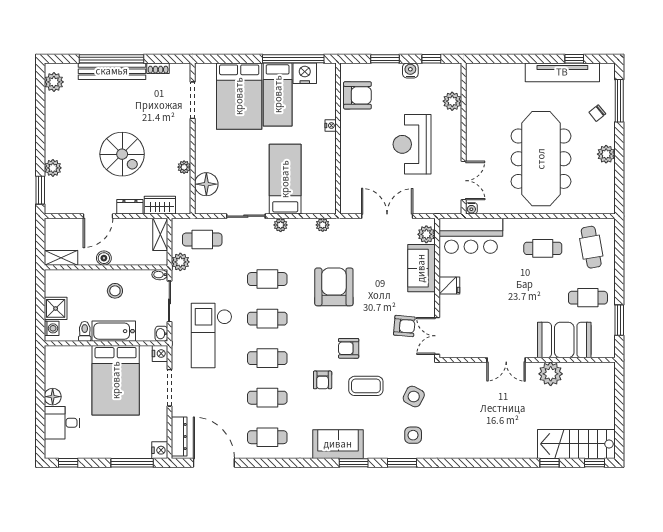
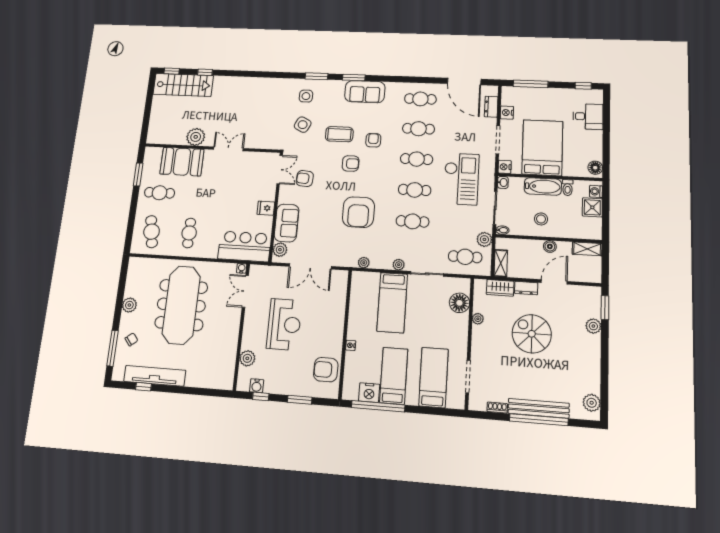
water cooler: (410, 70) -> (257, 386), moved
bed: (239, 96) -> (434, 377), width x0.67
cafe table: (543, 248) -> (189, 233), turned 90
floor lamp: (53, 397) -> (595, 168), moved
dresser: (179, 437) -> (491, 107), width x0.70
nightstand: (160, 450) -> (507, 113), moved

